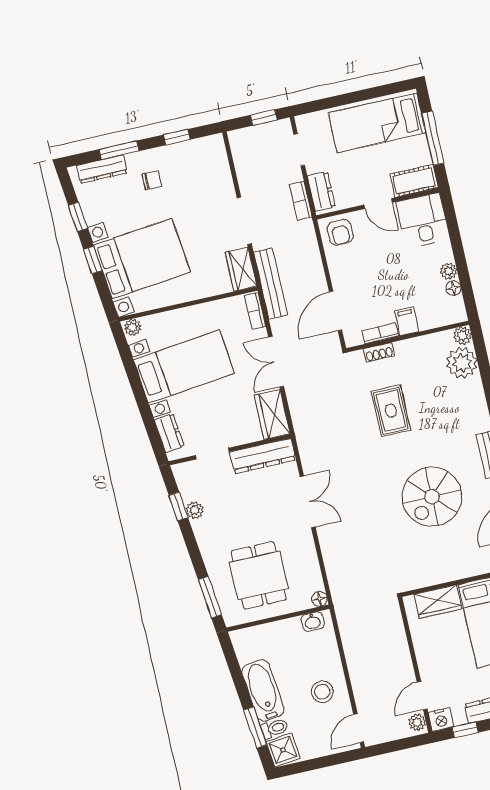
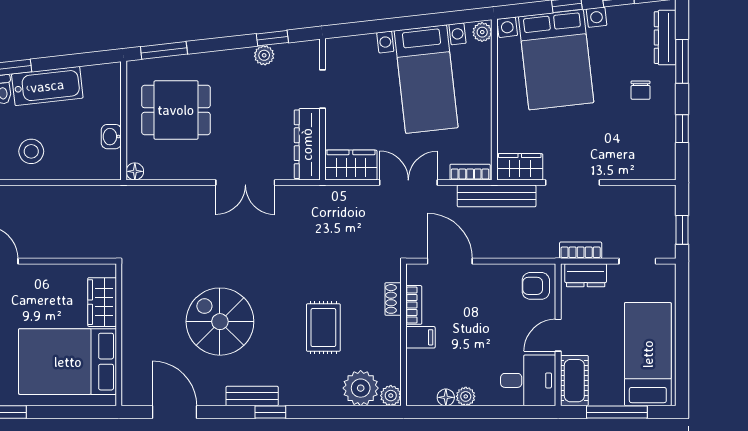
rug: (391, 411) -> (323, 328), moved, turned 90
dresser: (169, 433) -> (356, 46), removed
washbasin: (313, 622) -> (111, 137), moved

